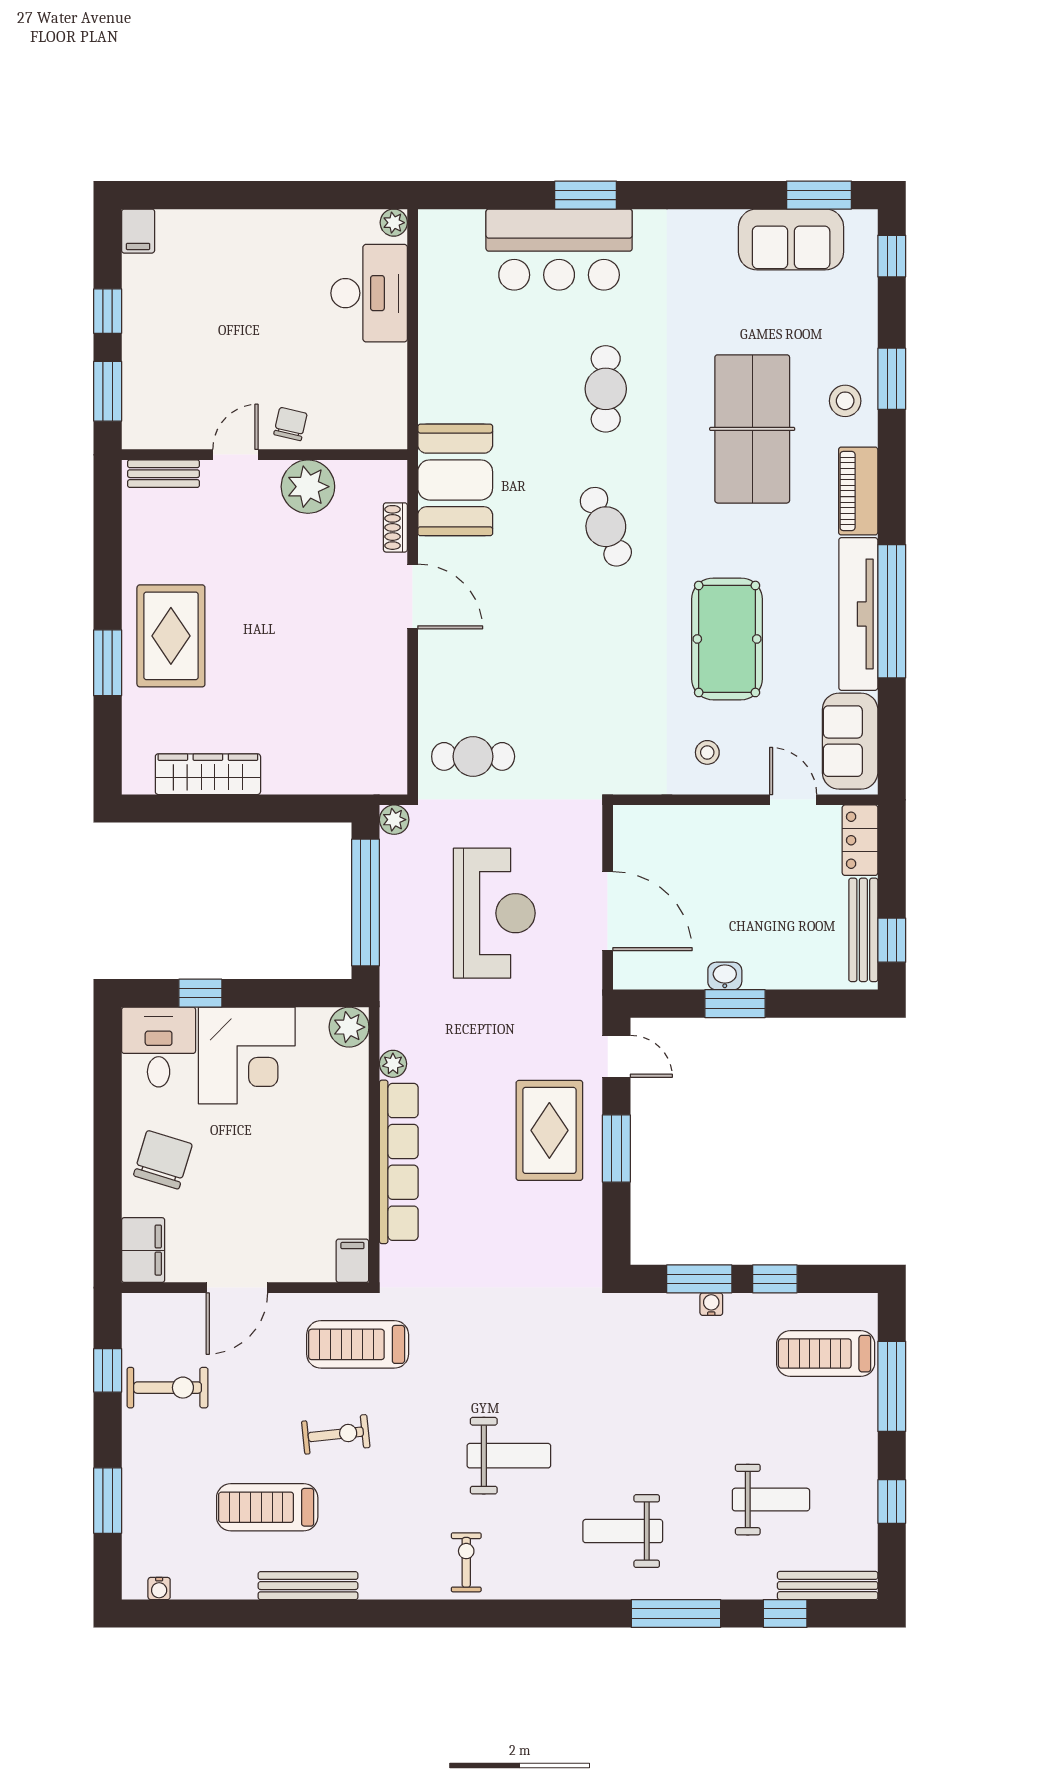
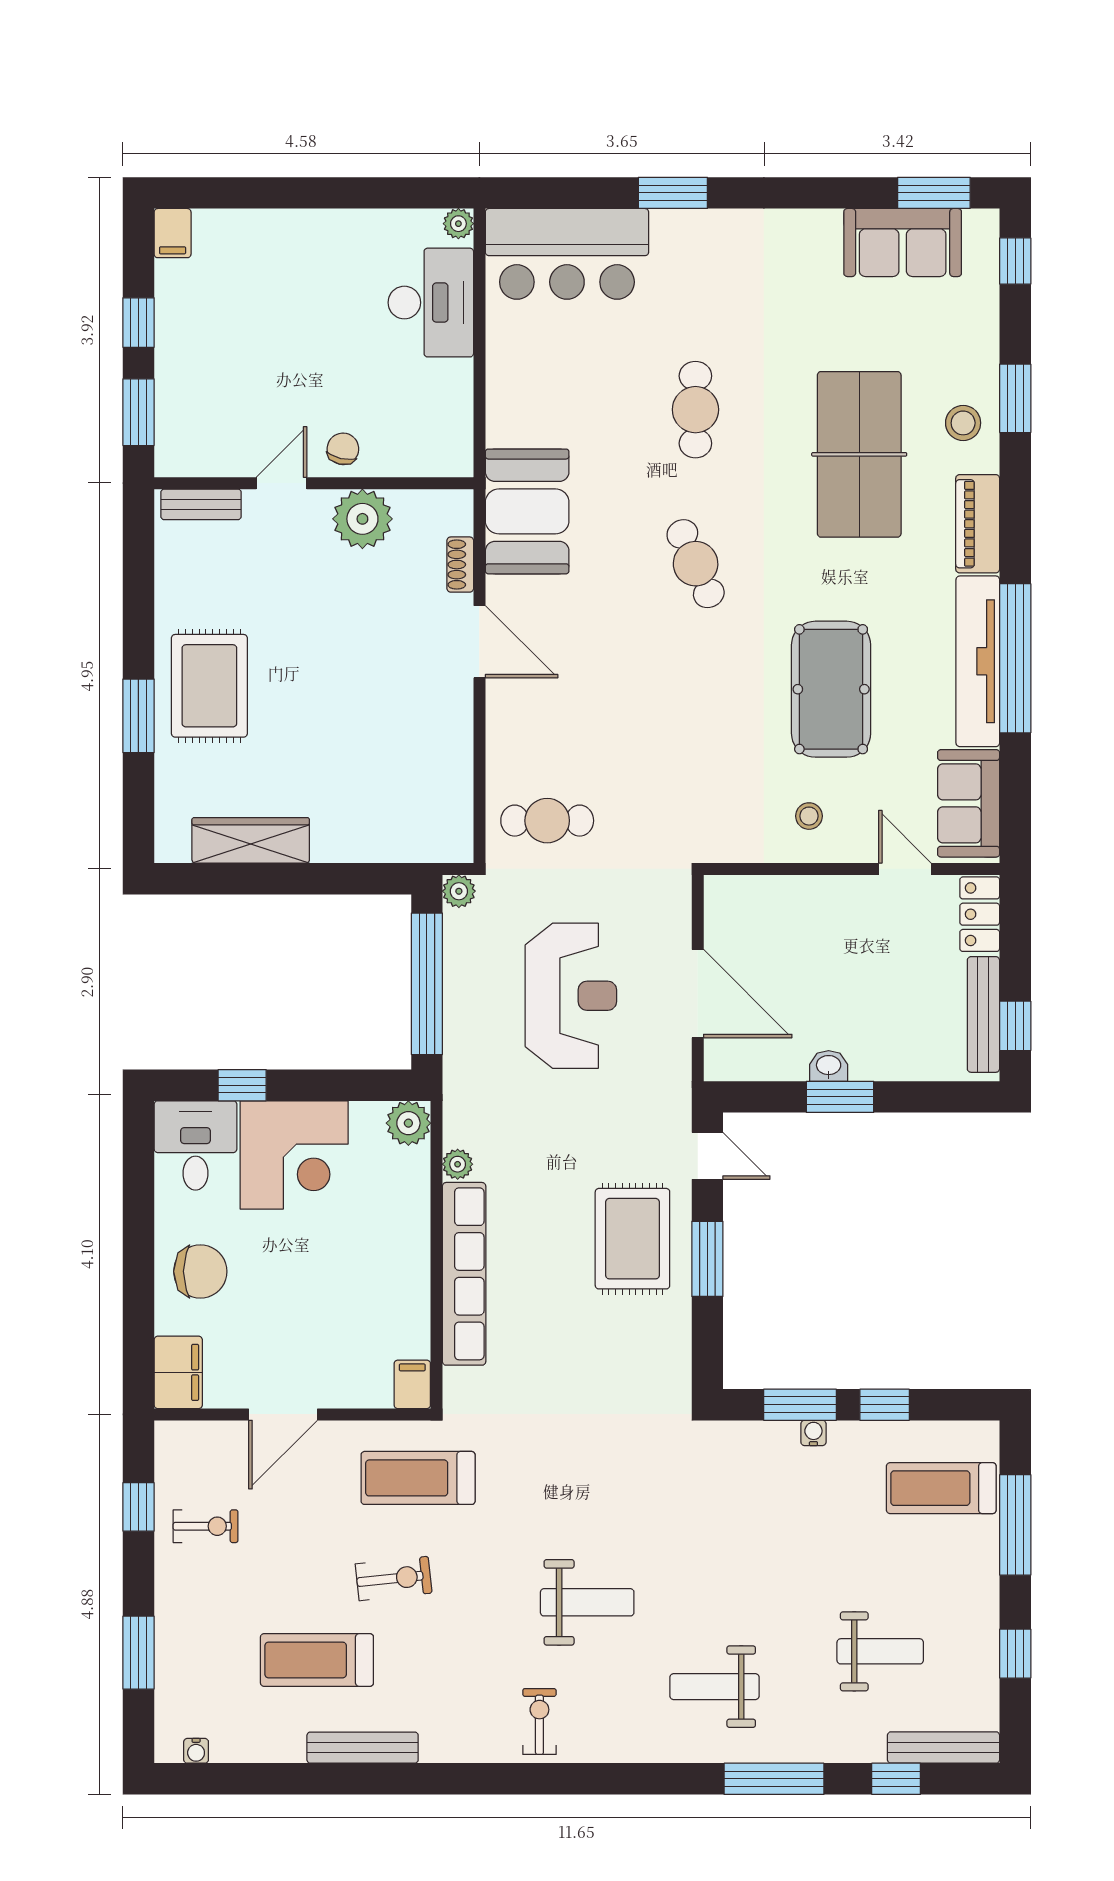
bar counter: (559, 250) -> (567, 254), moved
chair: (163, 1160) -> (200, 1271), turned 73
exercise bike: (168, 1388) -> (206, 1526), width x0.73, depth x0.72

